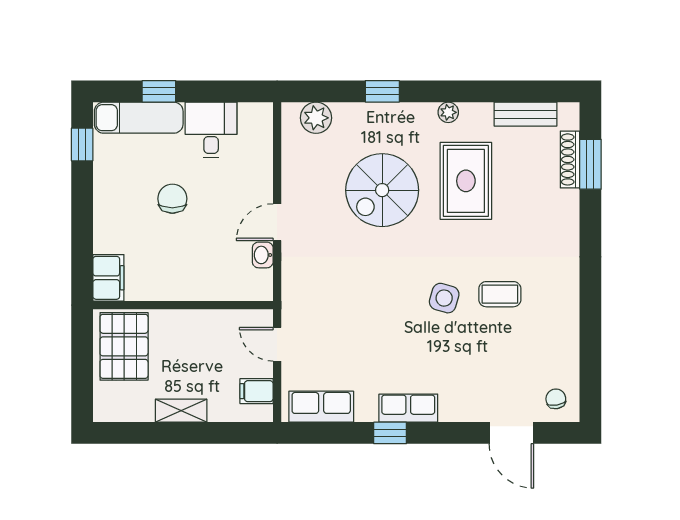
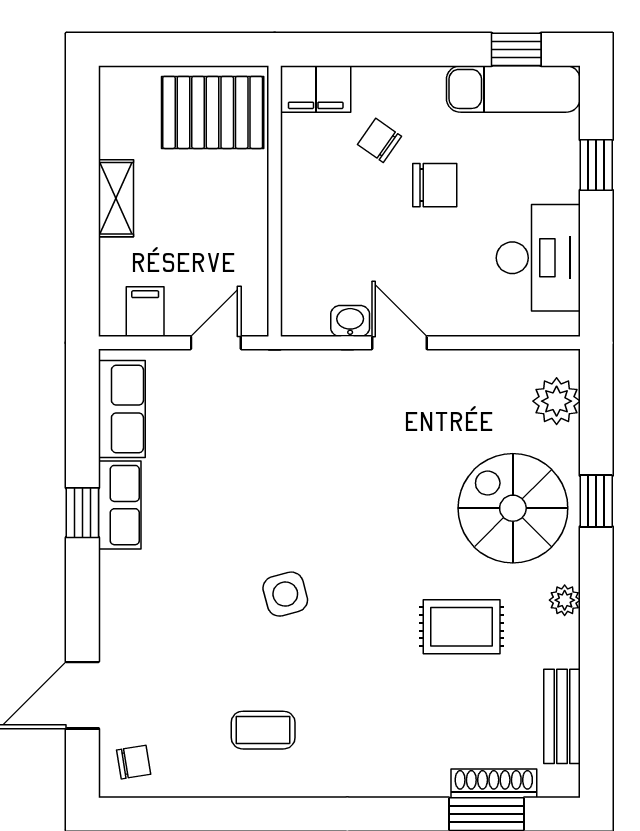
exam couch: (139, 118) -> (513, 89), moved, turned -90
desk: (211, 130) -> (538, 258), width x1.37
rug: (466, 181) -> (462, 627), width x0.73, depth x0.70
spiral stairs: (382, 190) -> (513, 508), moved
chair: (143, 235) -> (380, 140), added
coffee table: (500, 294) -> (263, 730), moved, turned 90
side table: (444, 298) -> (285, 594), turned -31
row of seats: (408, 408) -> (120, 505), moved

